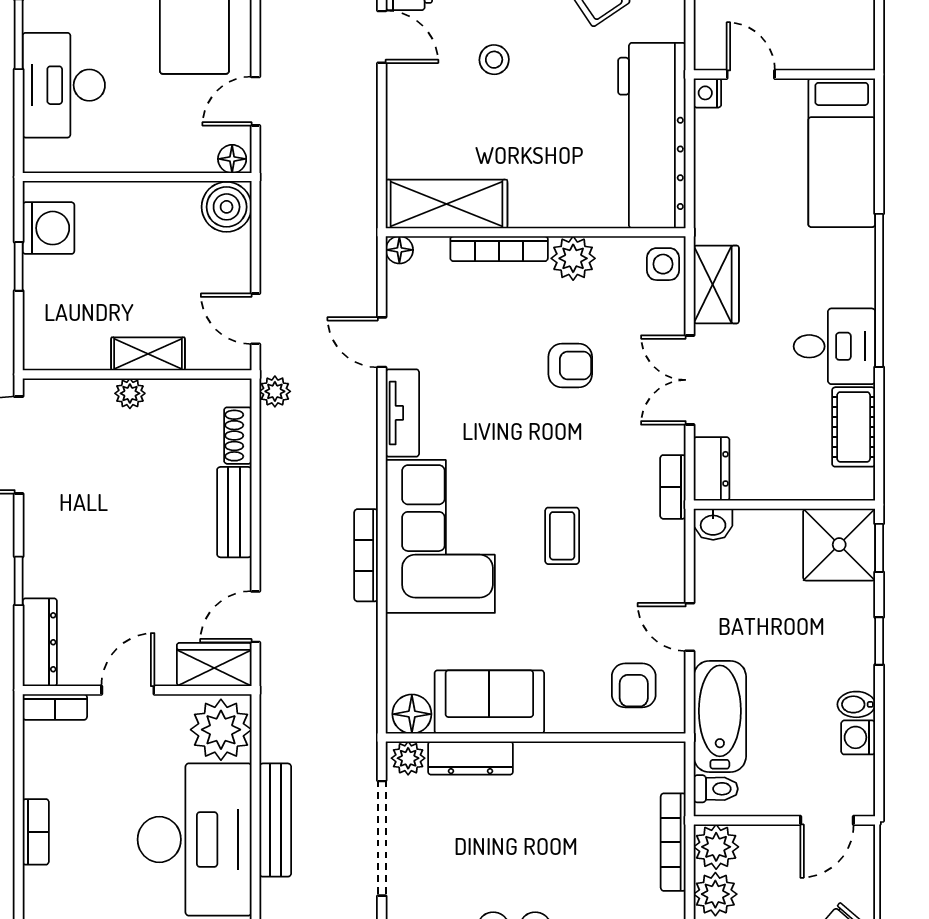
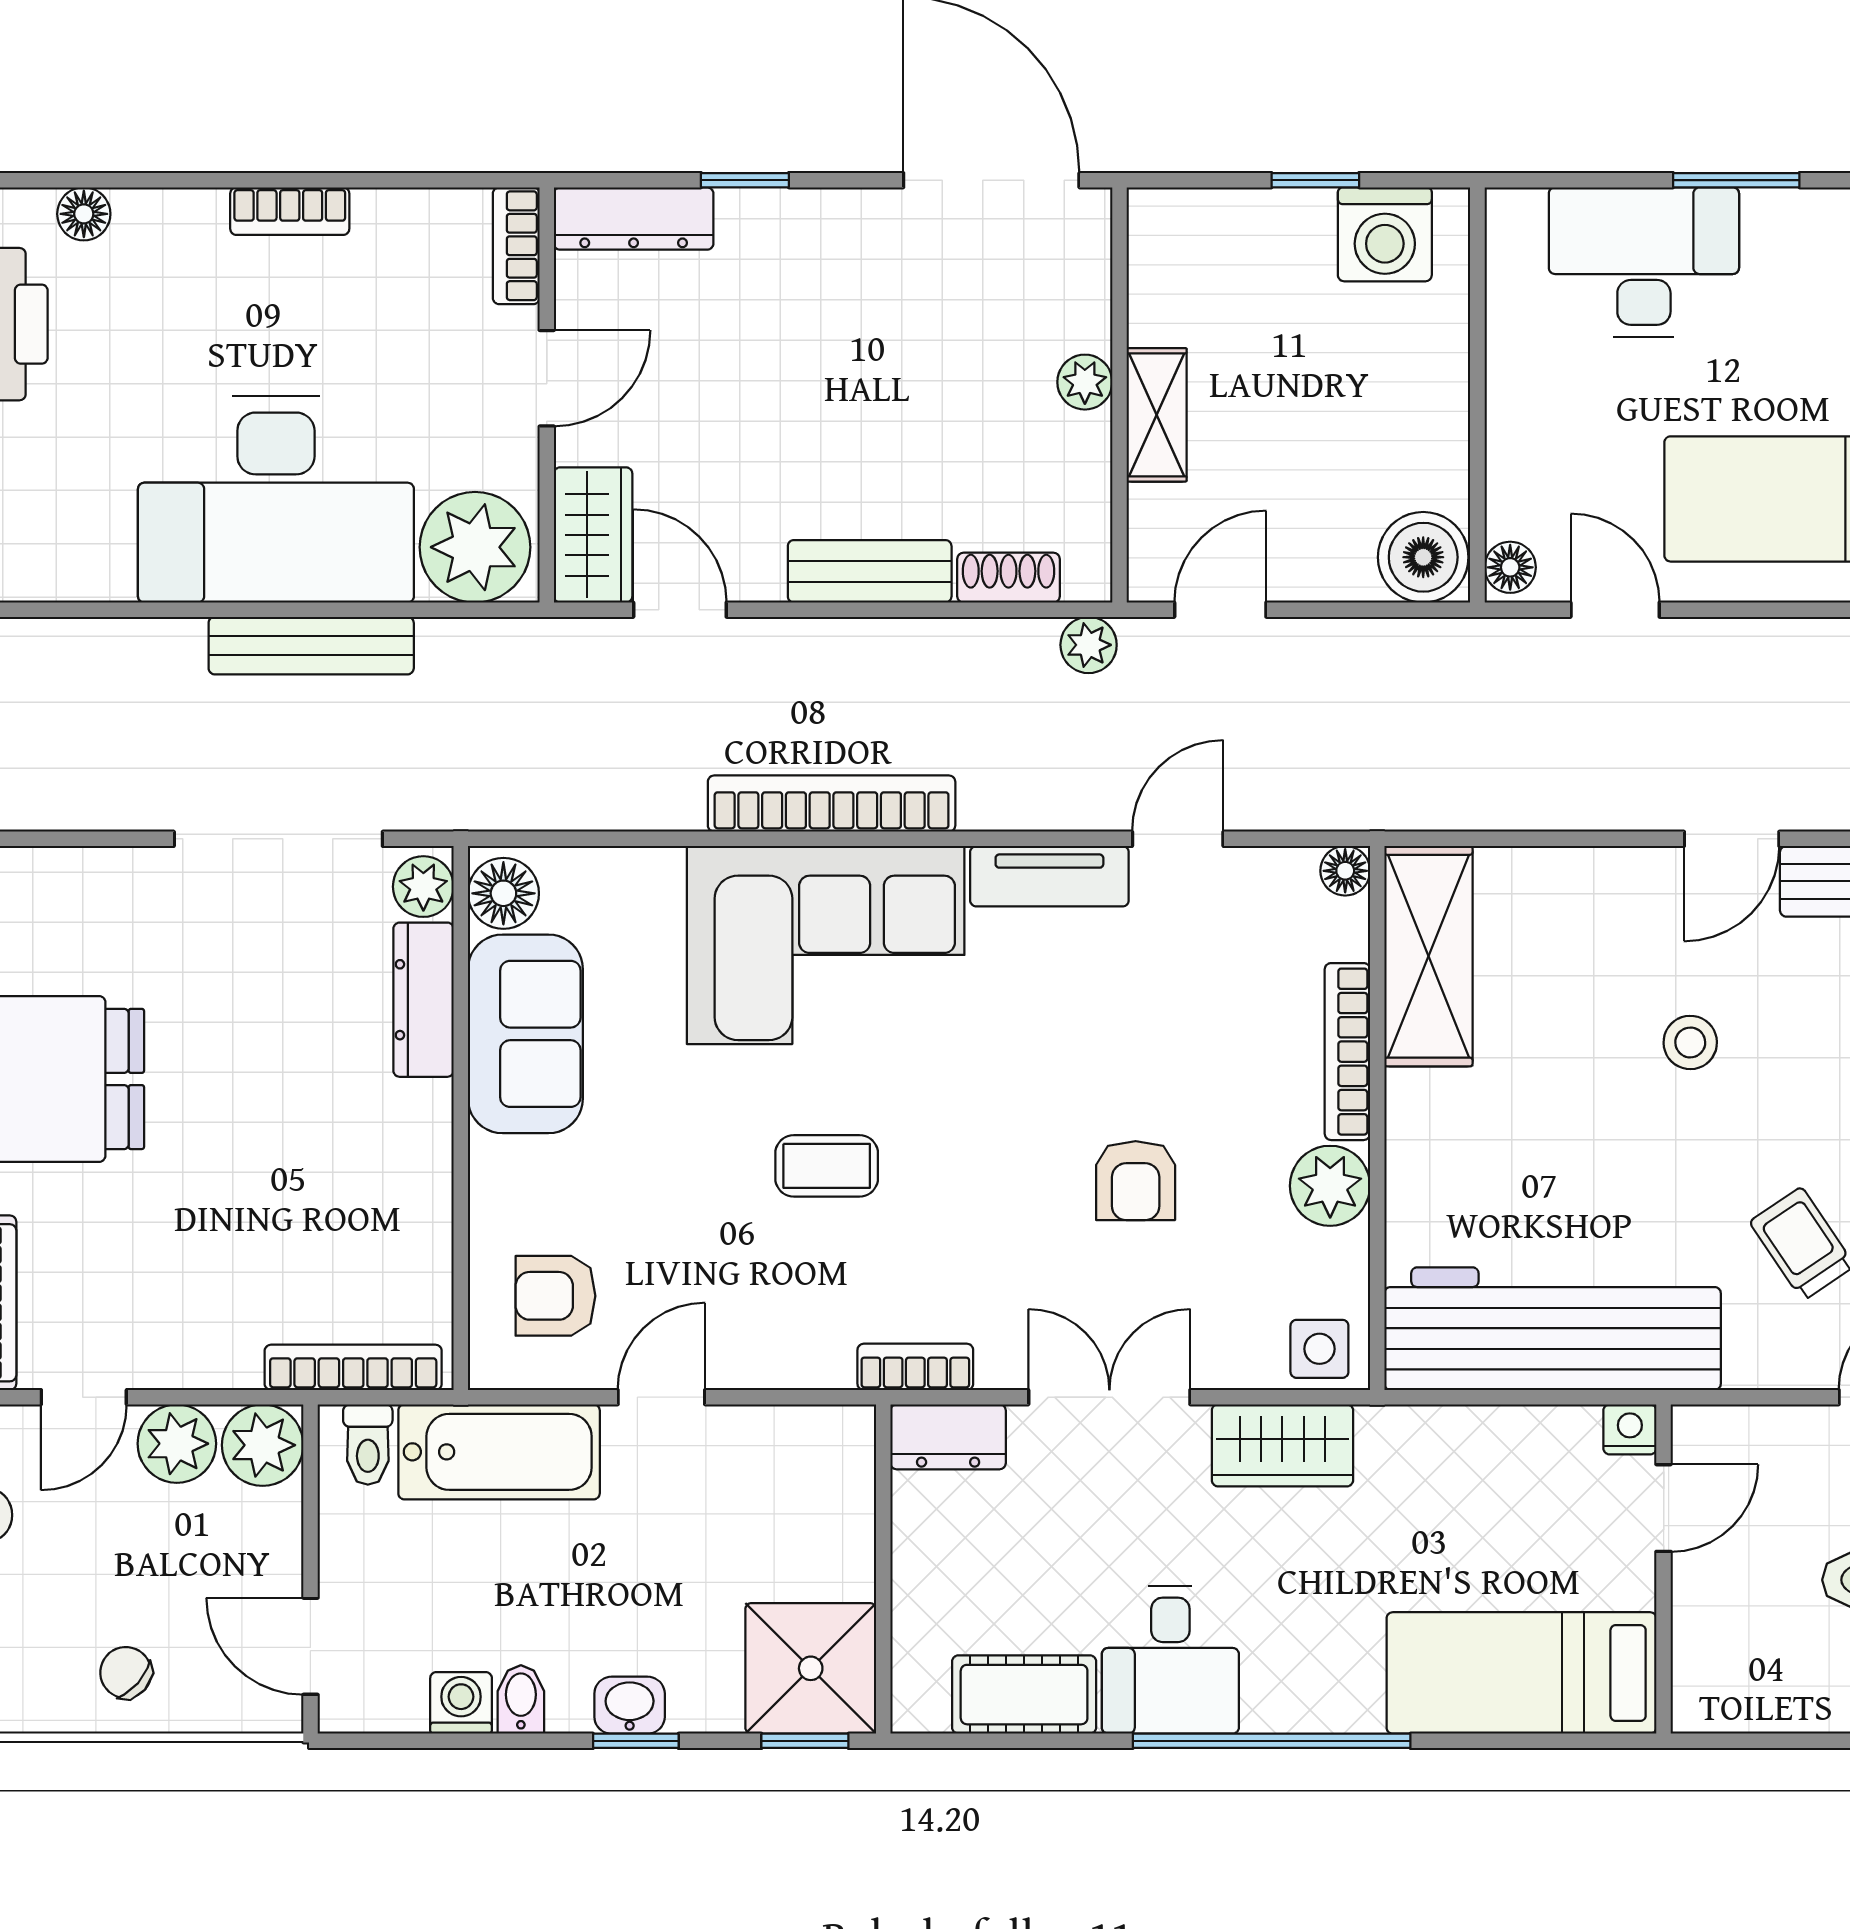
washbasin: (713, 524) -> (630, 1705), moved, turned 90
bookcase: (366, 555) -> (832, 804), width x1.48, depth x1.31
door: (128, 690) -> (547, 378), hinge flipped
bookcase: (673, 842) -> (353, 1367), moved

